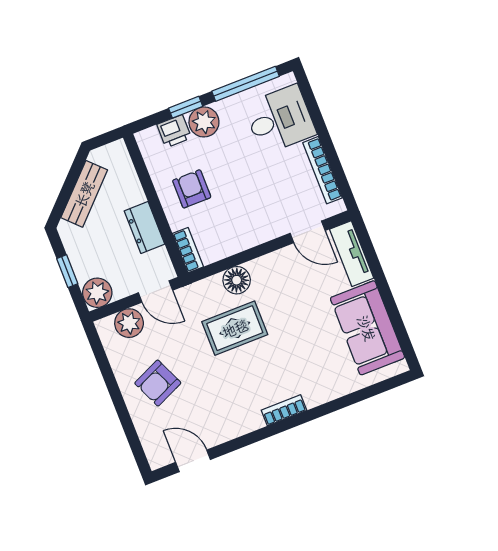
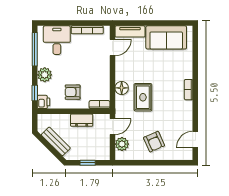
window: (186, 107) -> (35, 93), moved
printer: (174, 131) -> (43, 102), moved
plant: (97, 293) -> (103, 153), removed

